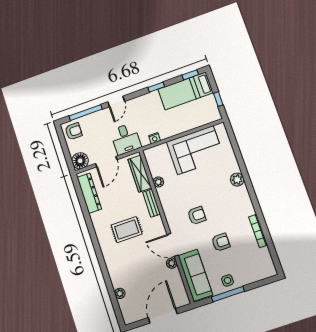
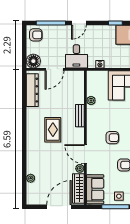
wardrobe: (140, 174) -> (78, 188), moved
rug: (127, 230) -> (53, 130), turned 90
sofa: (195, 275) -> (95, 189), width x0.73

